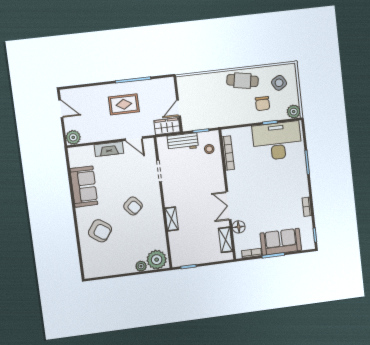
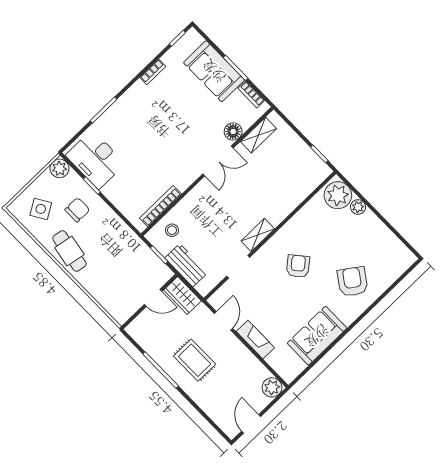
desk: (277, 141) -> (95, 159), width x0.73, depth x0.77
shelving: (172, 219) -> (258, 235), moved

